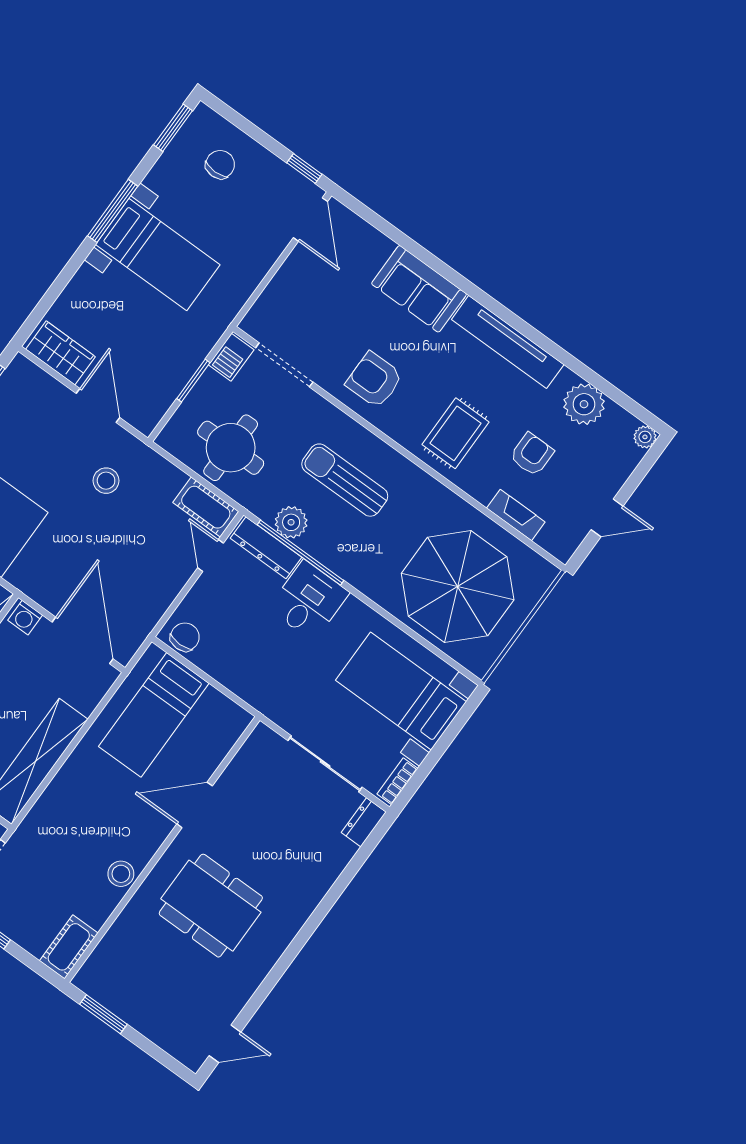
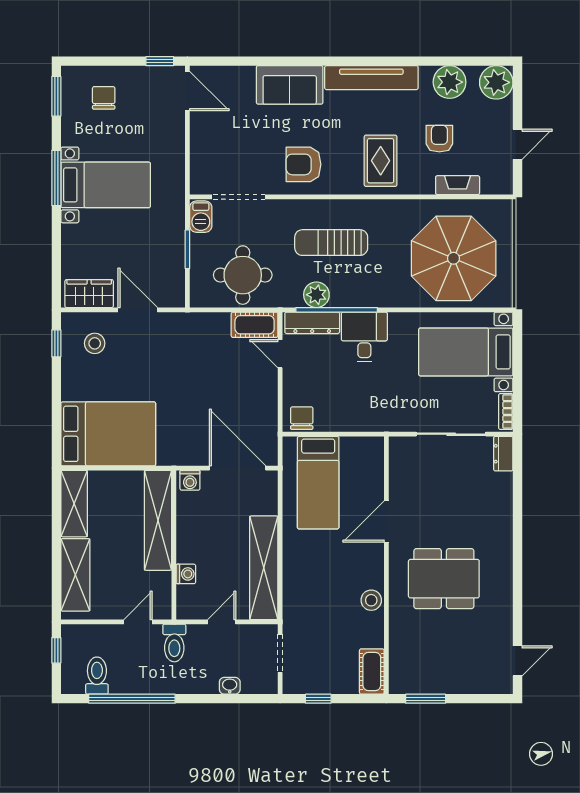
plant: (645, 437) -> (496, 82), width x1.87, depth x1.87
stool: (106, 481) -> (95, 343), moved

